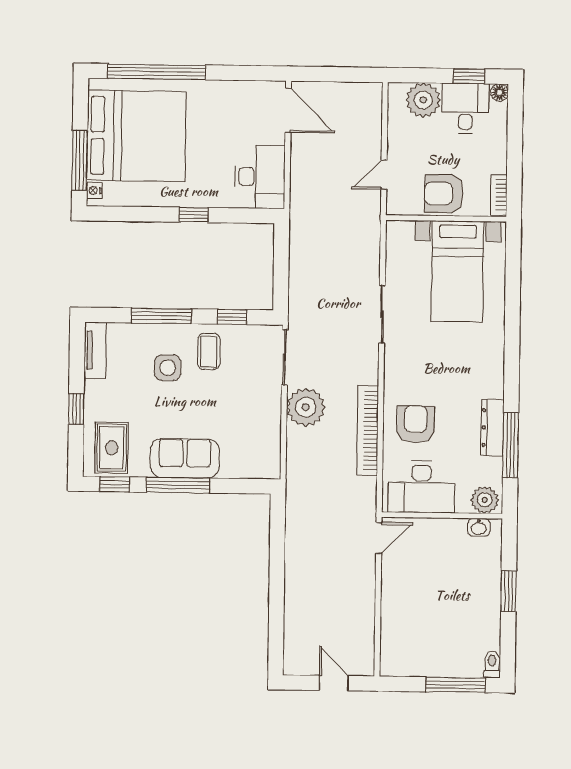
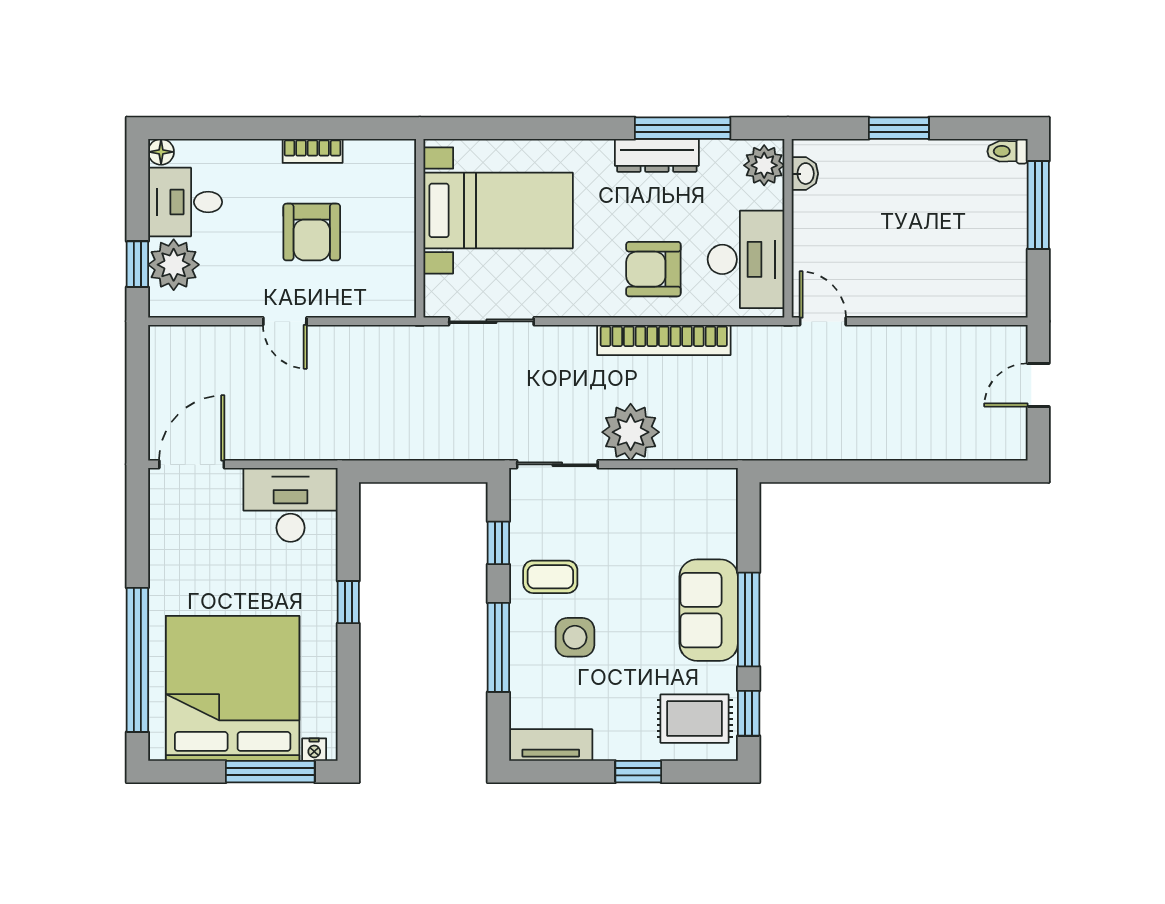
window: (469, 76) -> (137, 264), moved
wall: (446, 218) -> (420, 228), moved
bed with nightstands: (457, 271) -> (498, 210), moved

